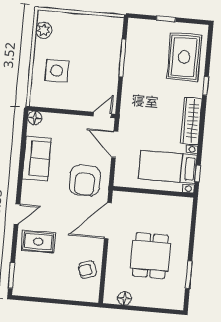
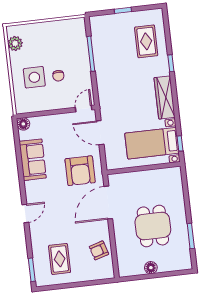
rug: (184, 57) -> (146, 41), width x0.73, depth x0.70
chair: (83, 74) -> (58, 76), added
rug: (38, 242) -> (60, 259), moved, turned 90
floor lamp: (124, 298) -> (151, 268), moved

